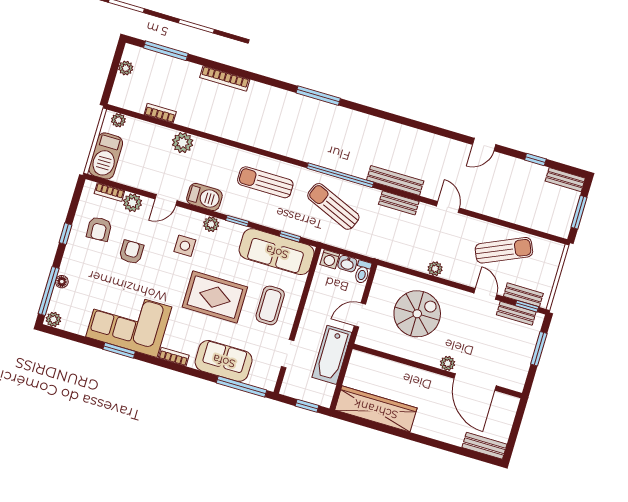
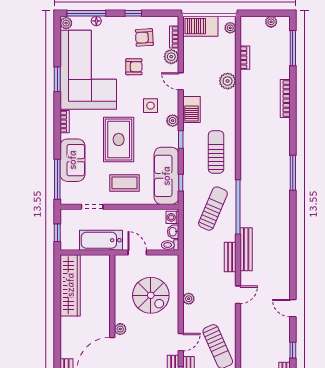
corner sofa: (129, 322) -> (88, 70), width x1.36, depth x1.36

